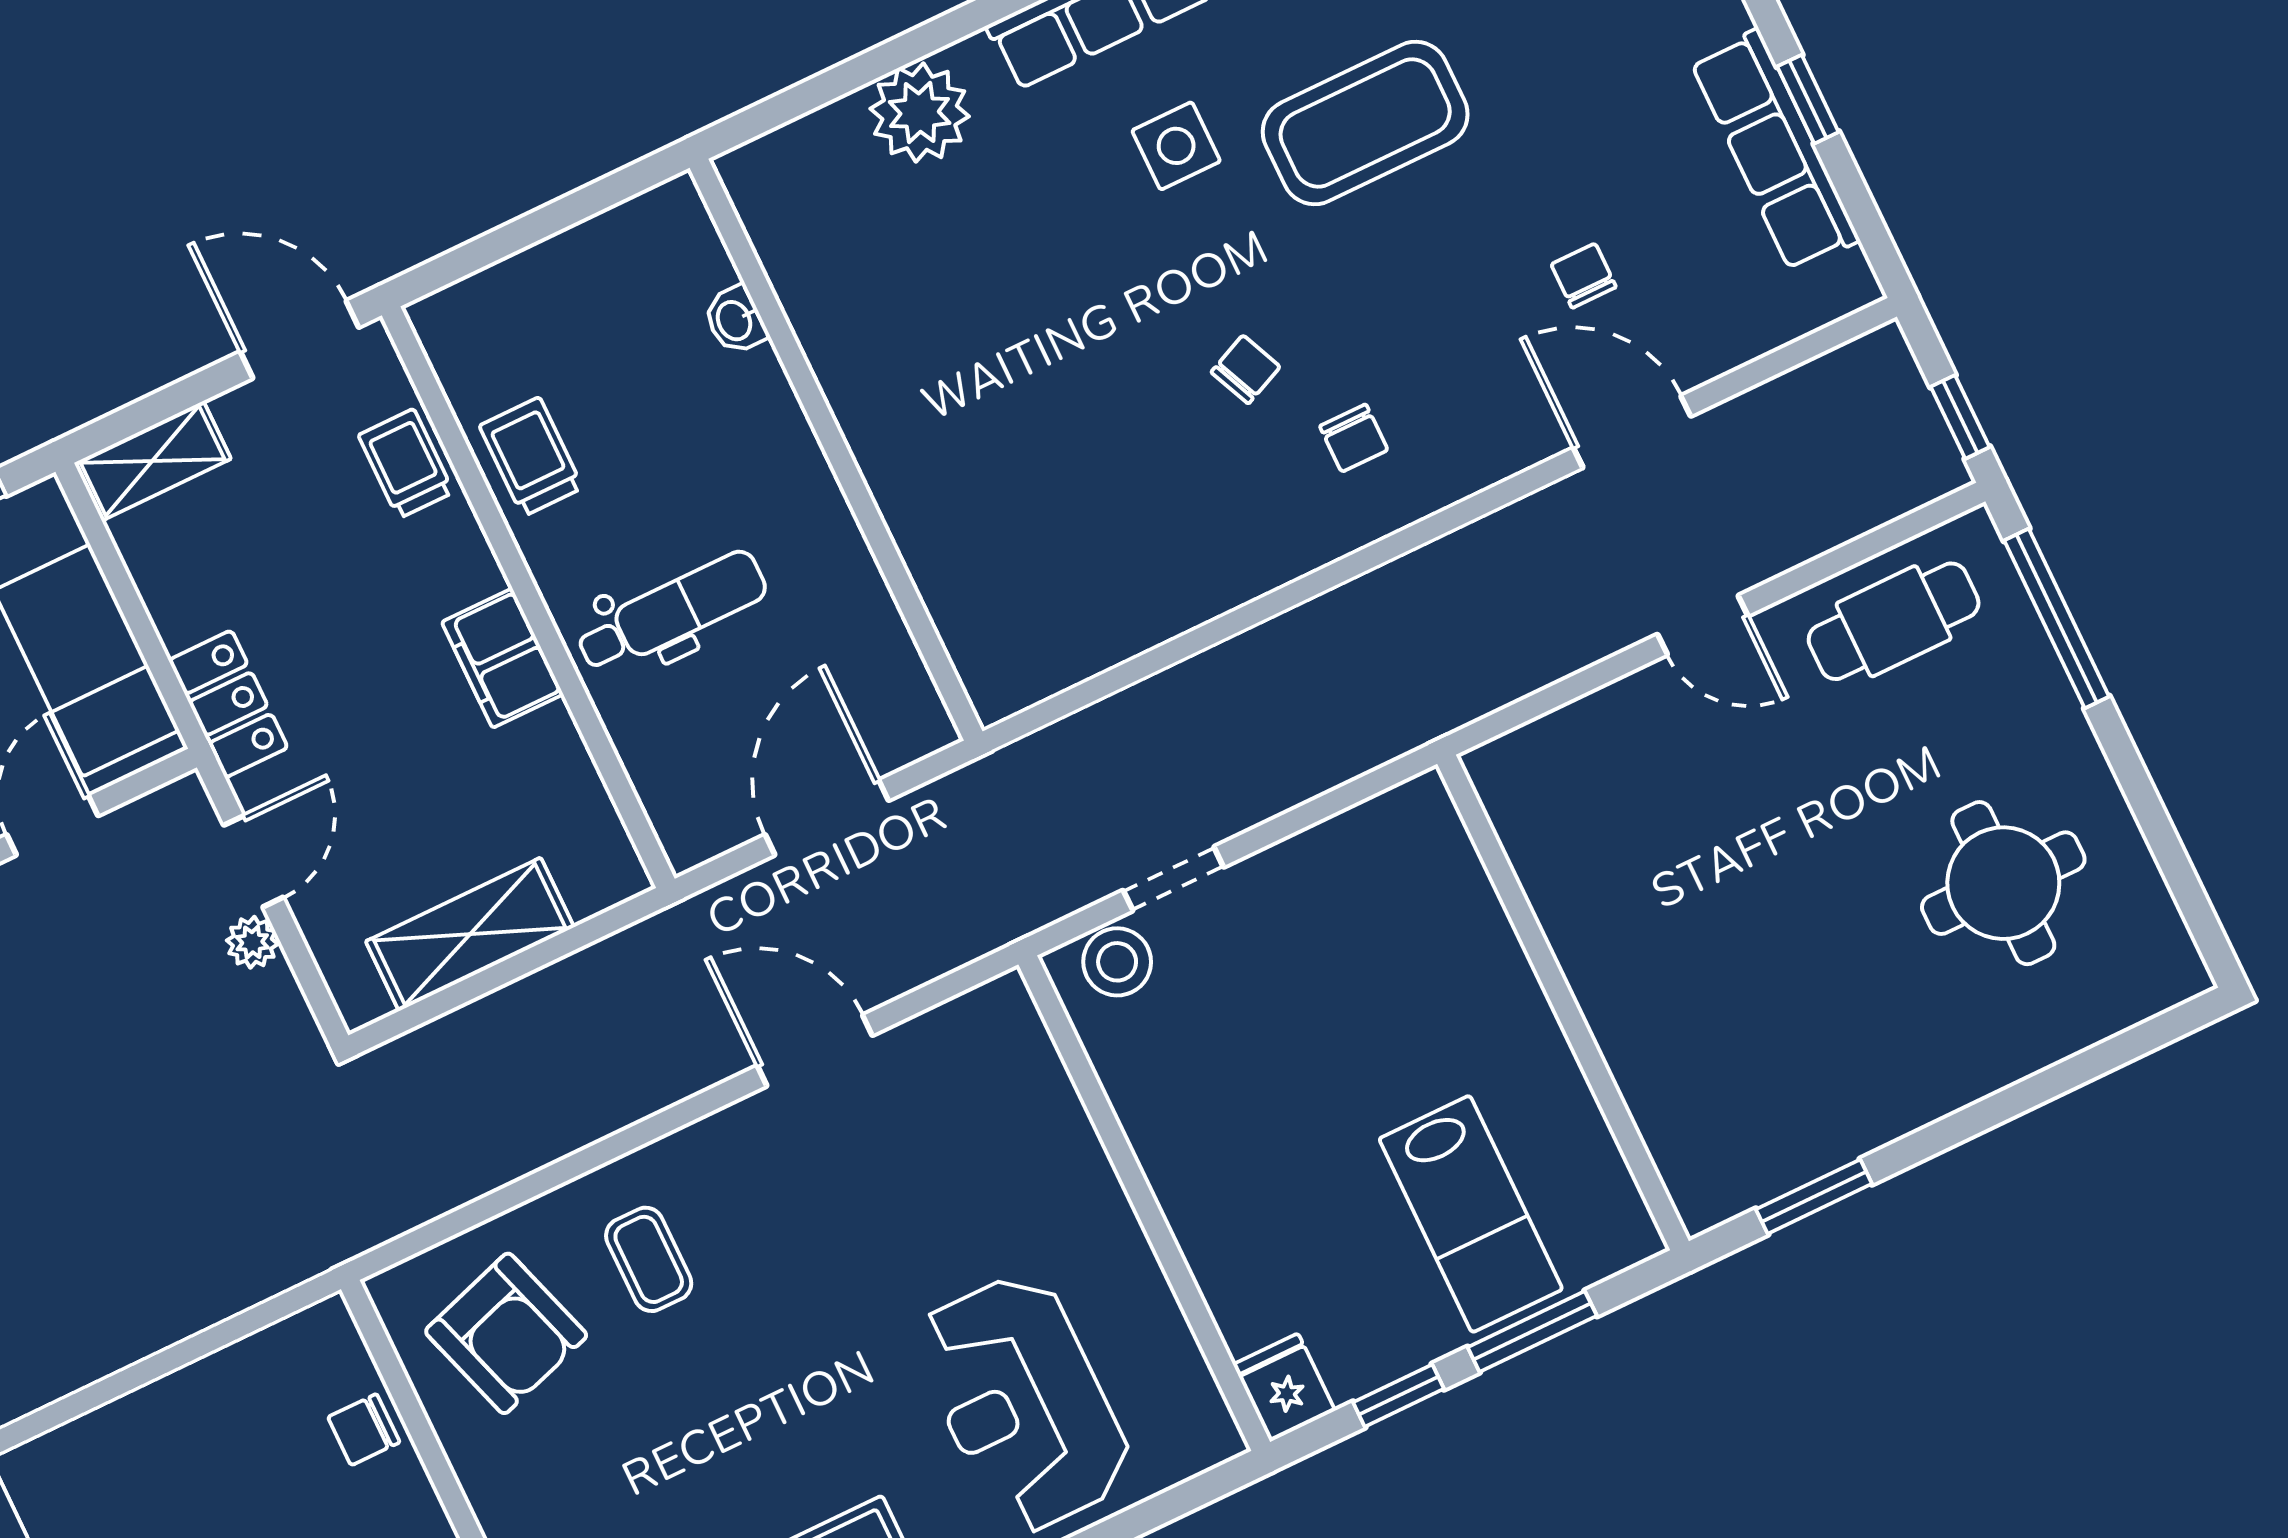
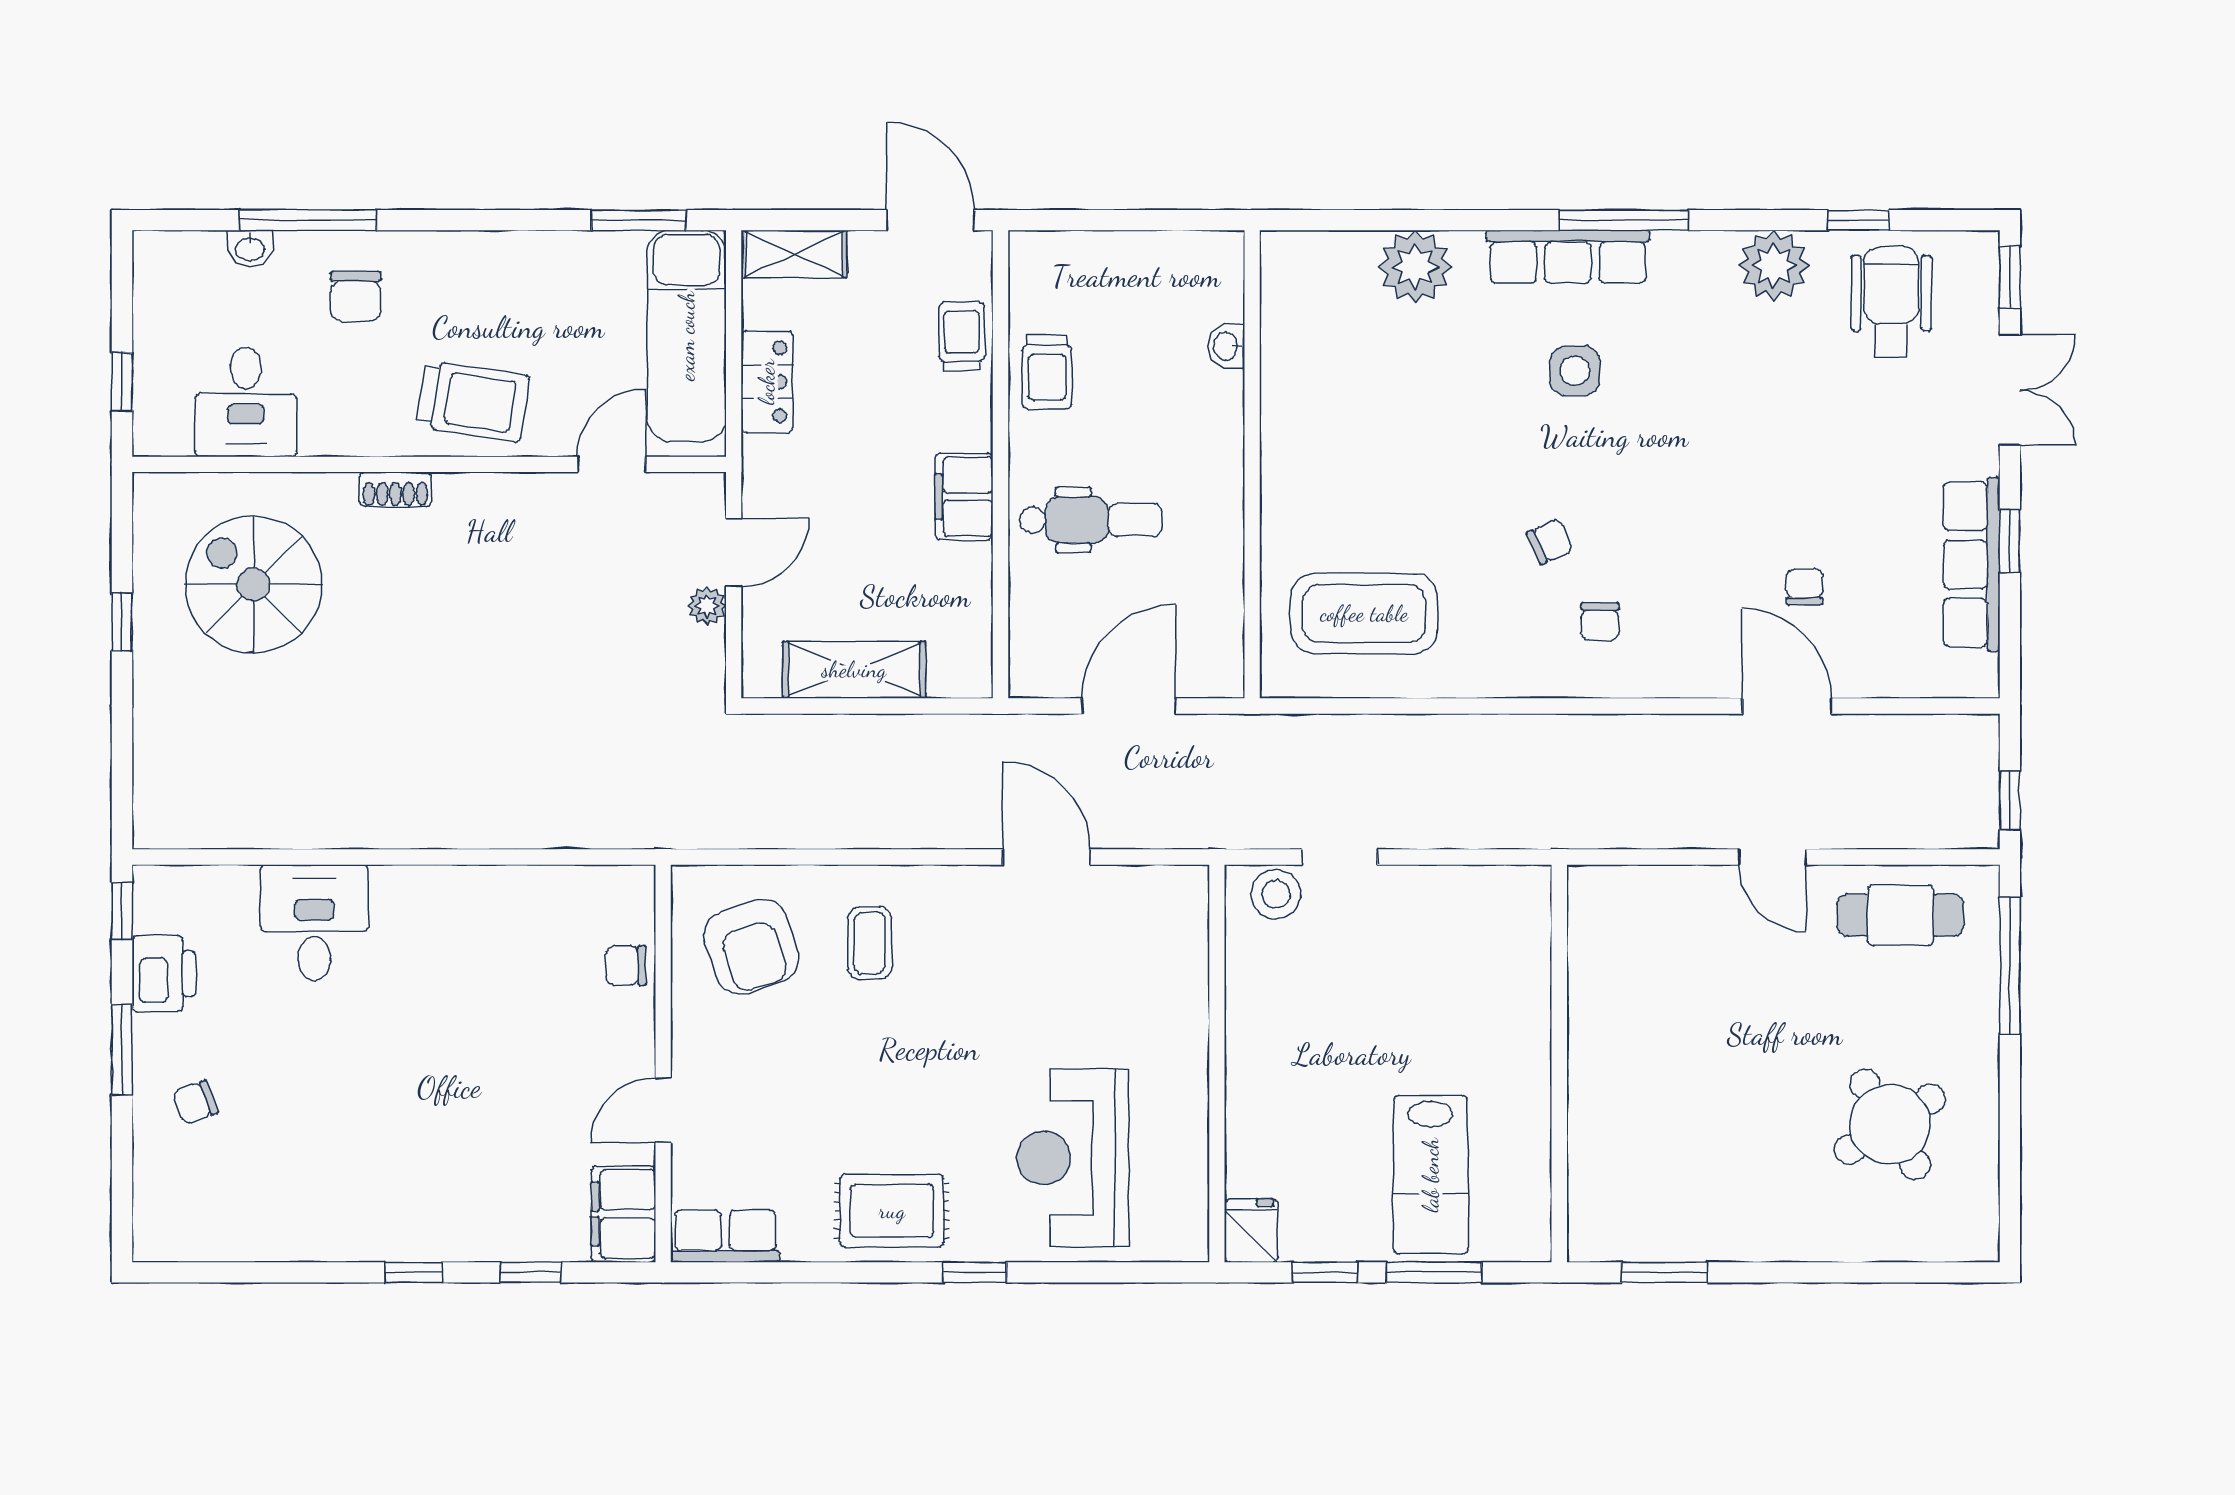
coffee table: (1365, 123) -> (1364, 614), moved
trolley: (531, 457) -> (1047, 372), turned 180
locker: (228, 704) -> (767, 382), moved
round table: (2003, 883) -> (1890, 1124), turned -32

